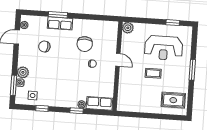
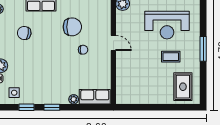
chair: (85, 44) -> (72, 27), turned -90
coffee table: (153, 73) -> (171, 57), moved
rug: (173, 100) -> (183, 87), turned 90
window: (77, 111) -> (52, 107), moved

